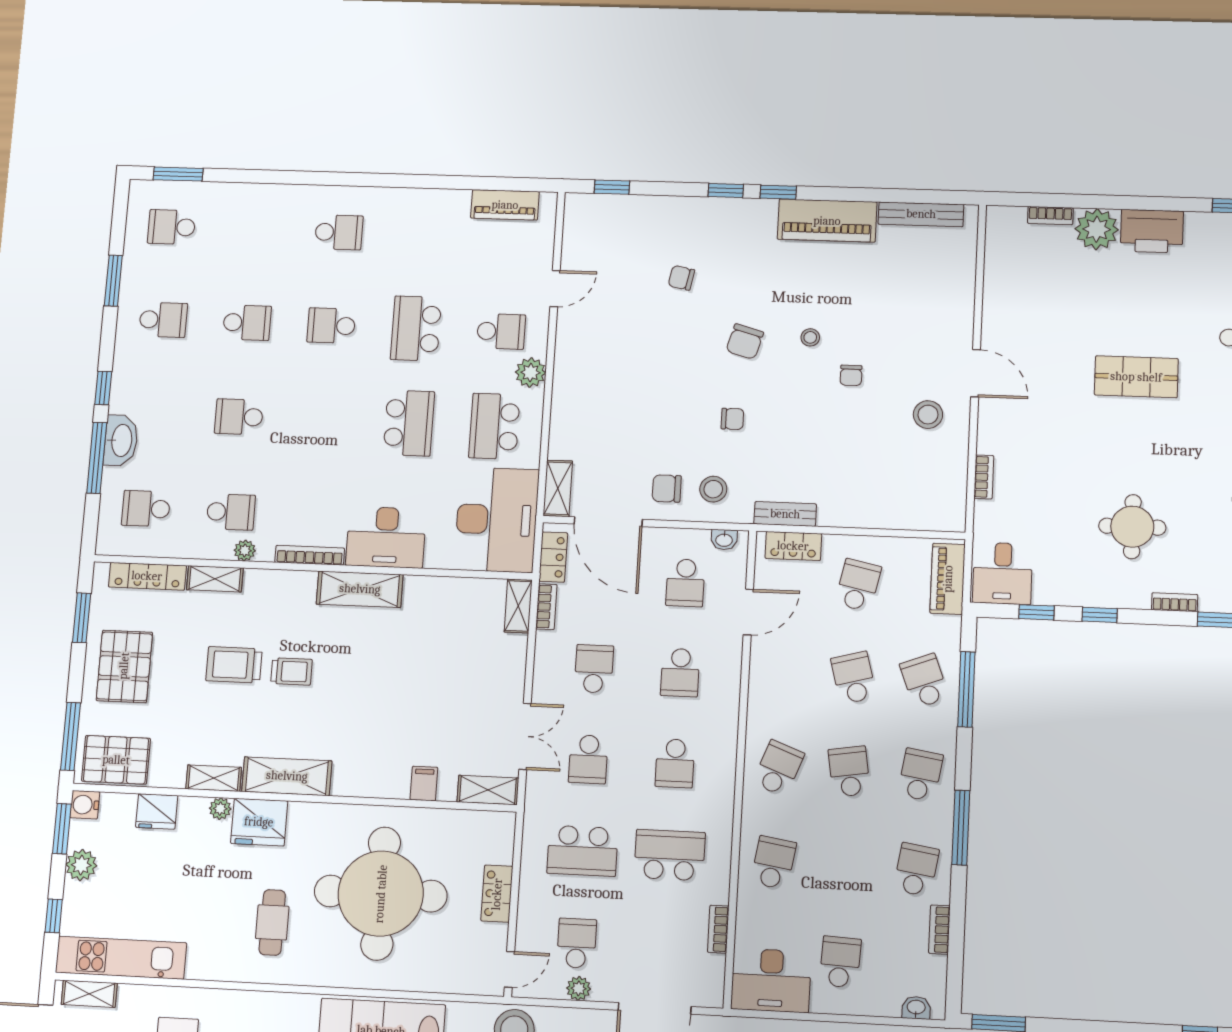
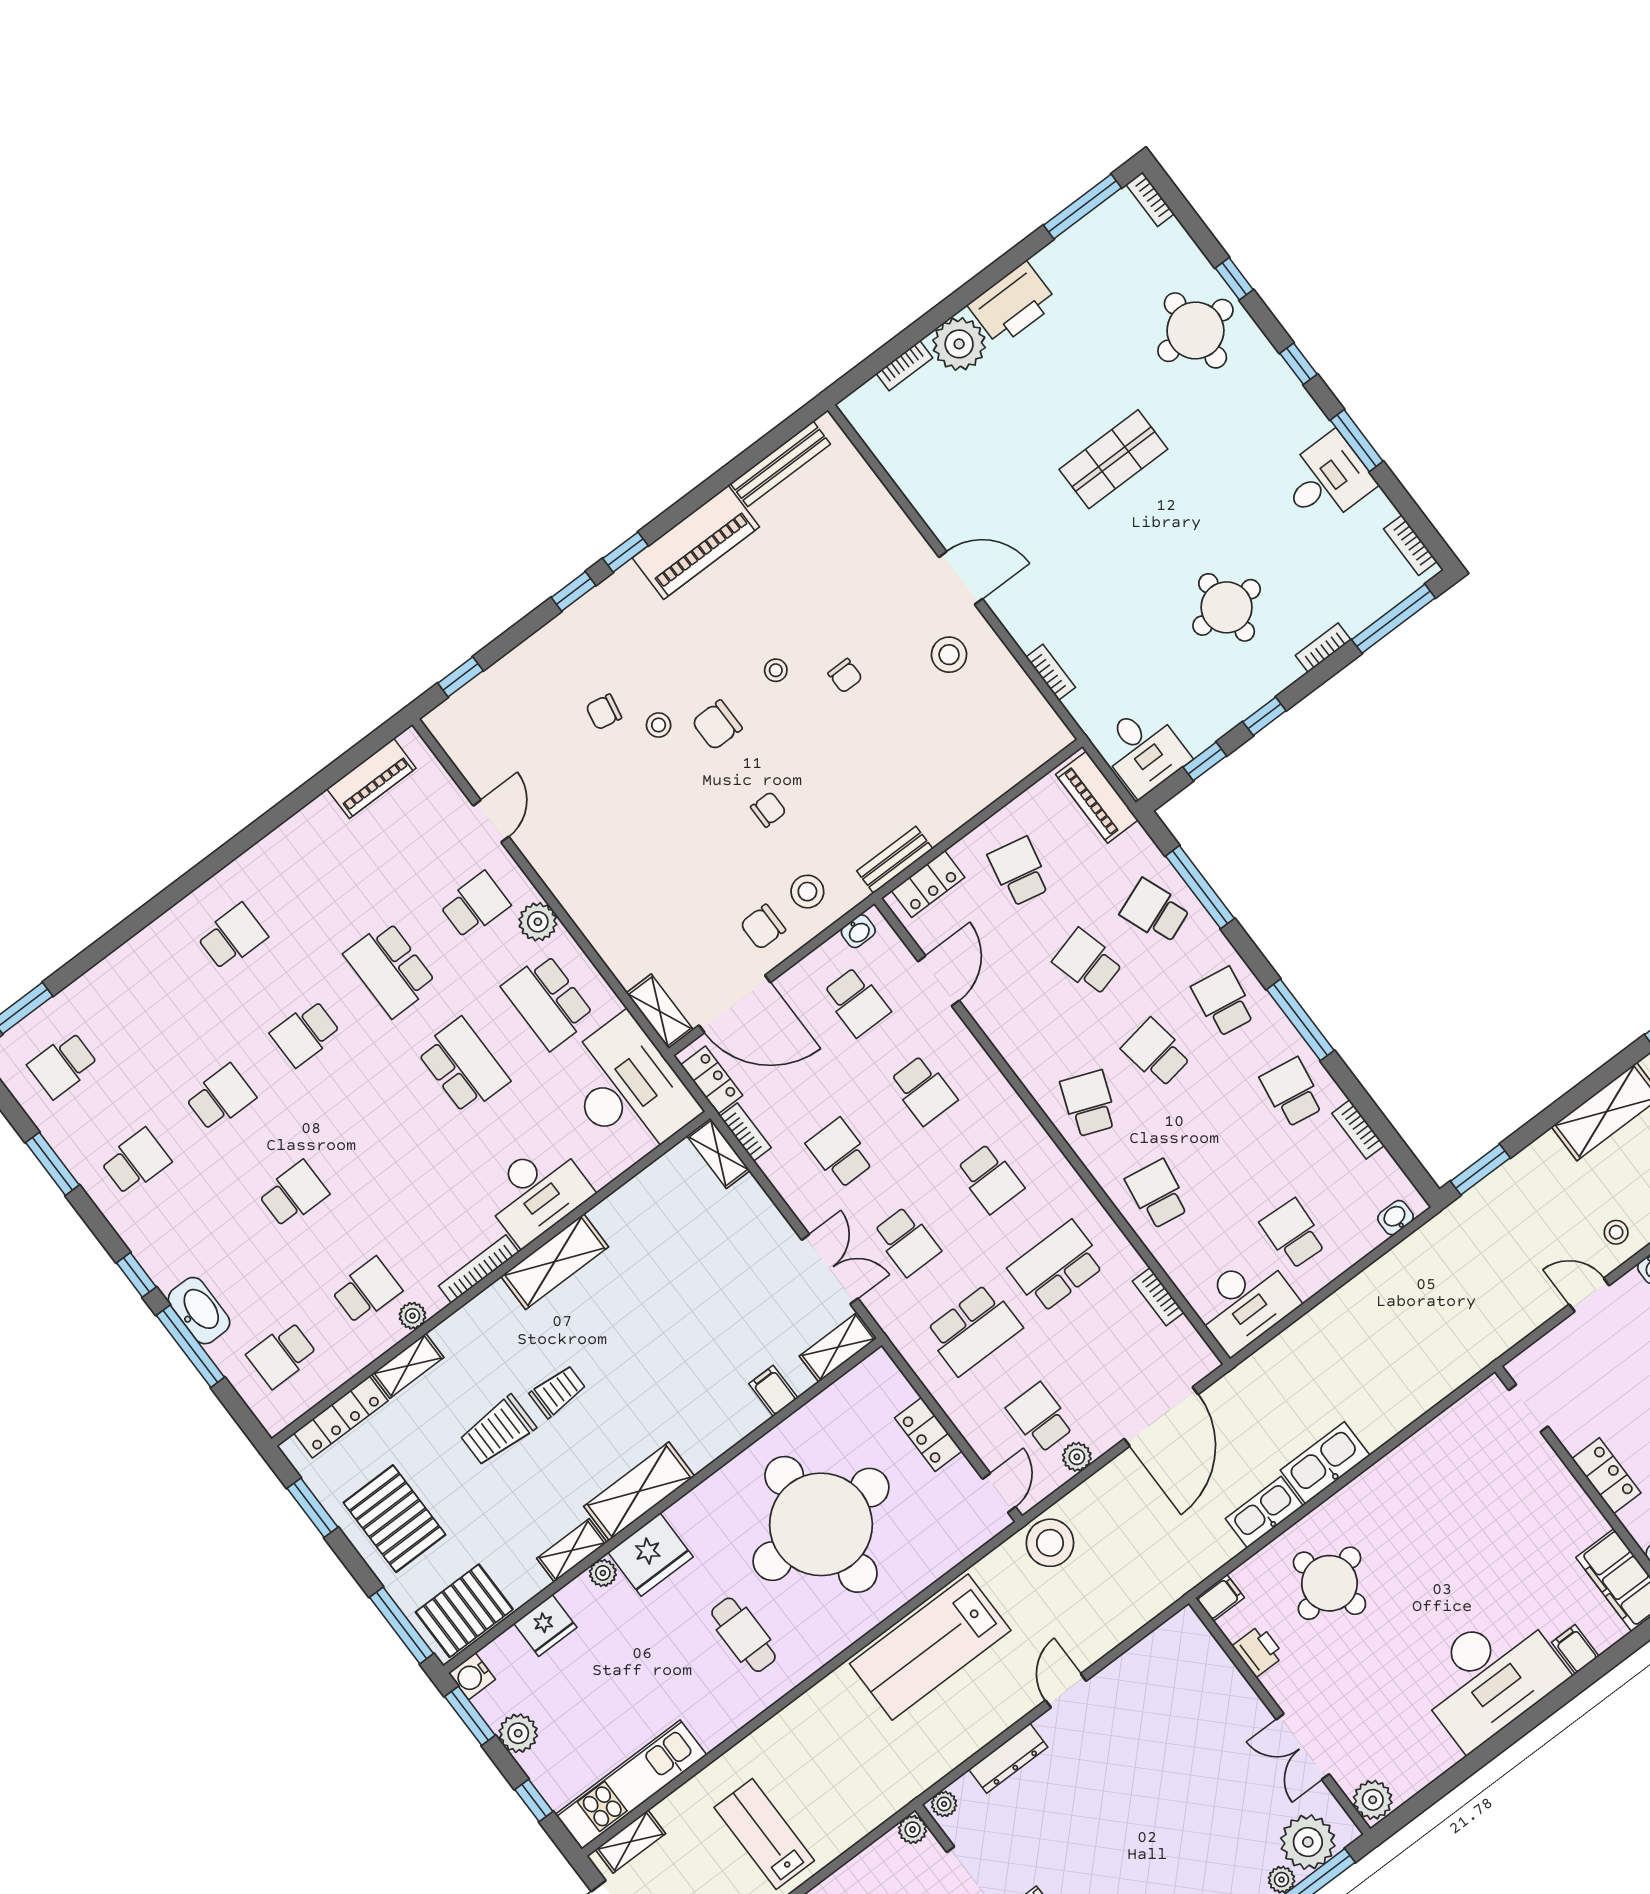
stool: (708, 313) -> (659, 725), added
chair: (745, 342) -> (717, 725), turned 74
school desk: (239, 417) -> (294, 1194), turned 180

